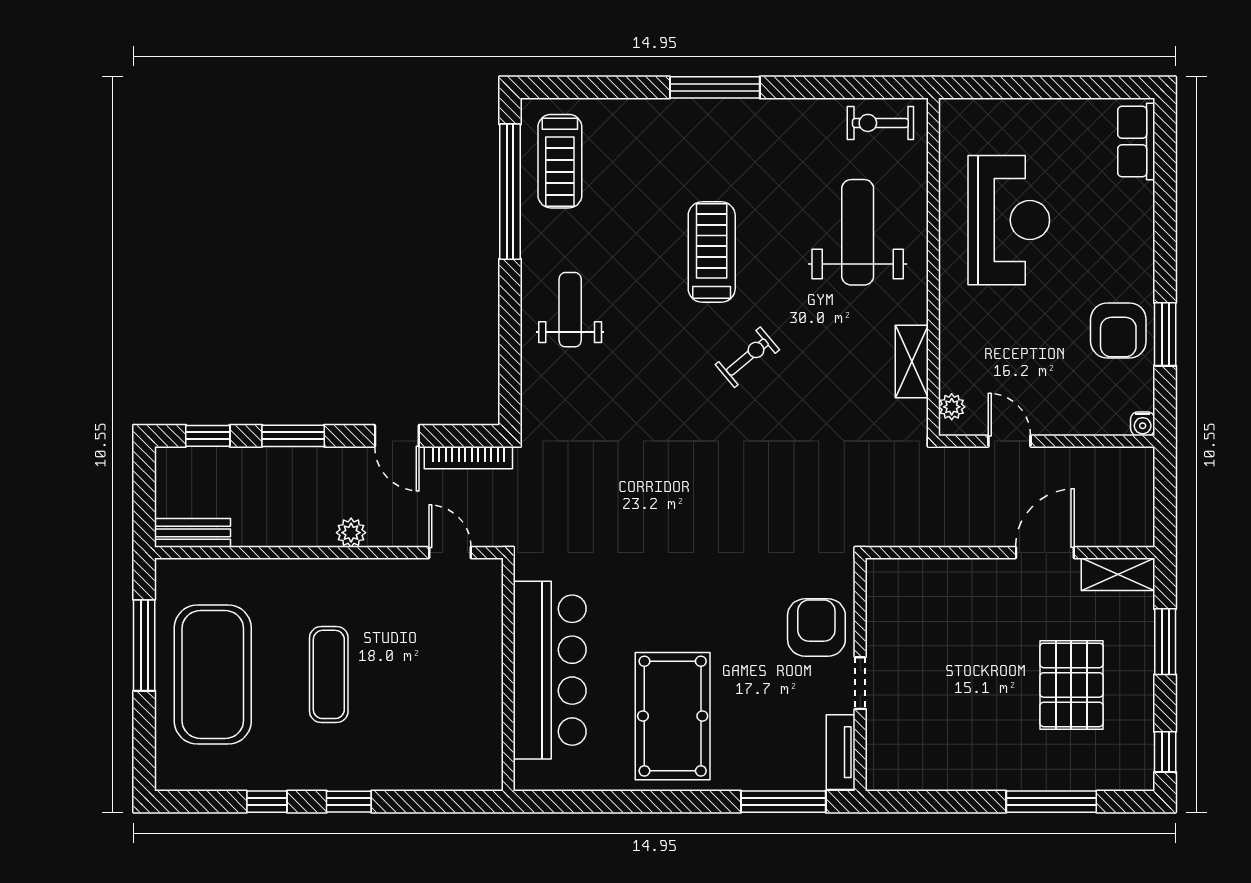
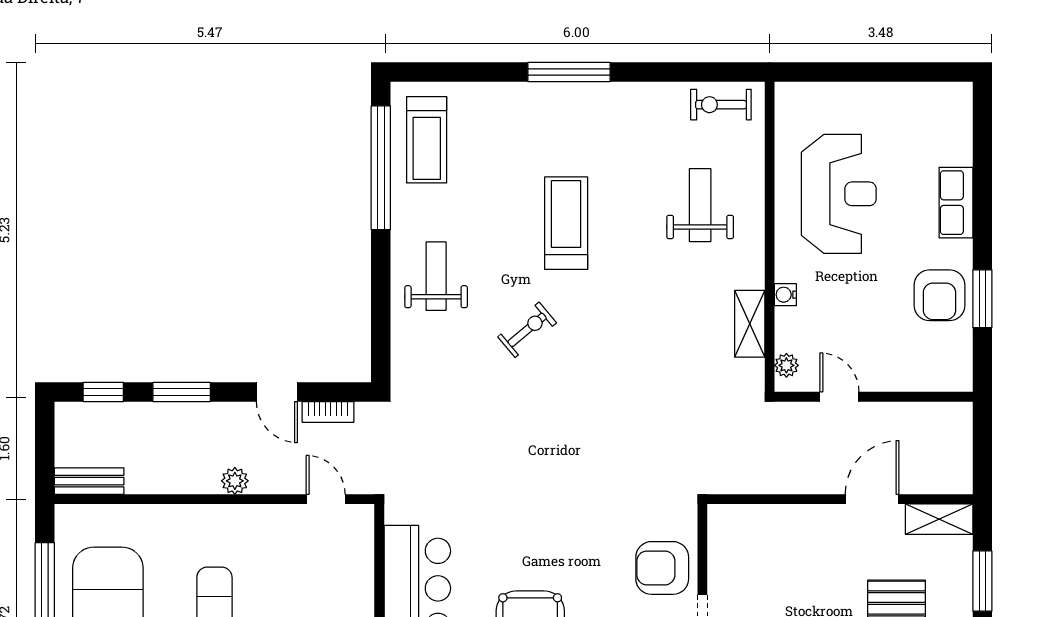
row of seats: (1136, 141) -> (956, 203), moved
weight bench: (858, 232) -> (700, 205), width x0.73, depth x0.75
exercise bike: (747, 357) -> (527, 330), moved
water cooler: (1143, 424) -> (785, 295), moved, turned 90
bookcase: (468, 458) -> (328, 412), width x0.64
armchair: (816, 627) -> (662, 568), turned -90

